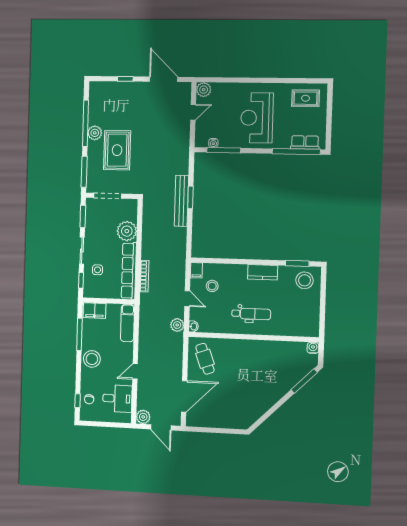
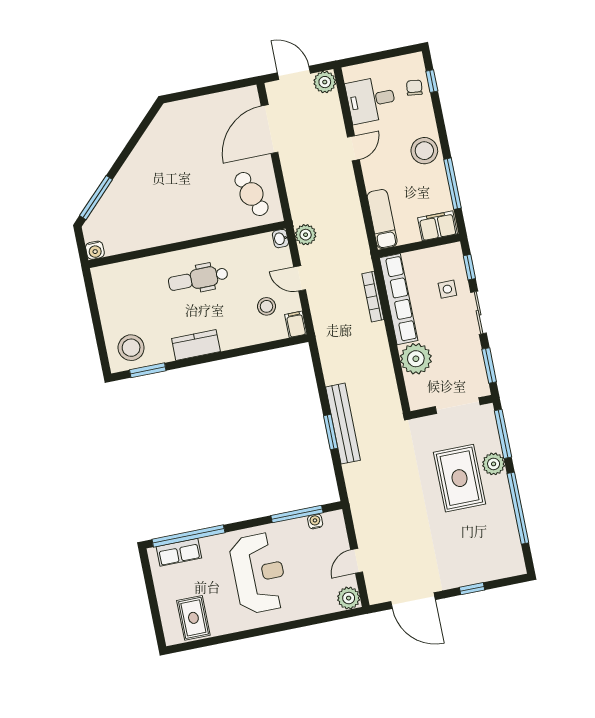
rug: (306, 98) -> (193, 618), turned 90
plant: (95, 133) -> (494, 464), moved

